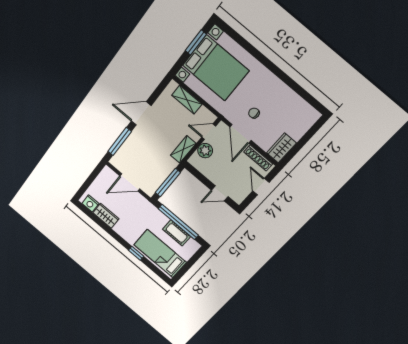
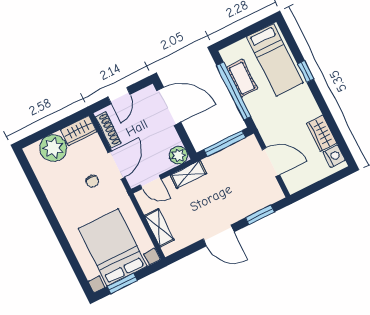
plant: (297, 126) -> (53, 148), added
window: (120, 142) -> (260, 215), width x0.69
plant: (205, 151) -> (178, 155), moved
door: (220, 193) -> (169, 106), width x1.87

